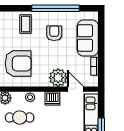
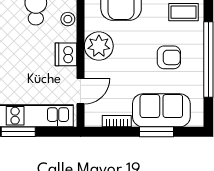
window: (101, 41) -> (156, 132), added
plant: (58, 78) -> (99, 46), moved

